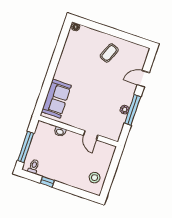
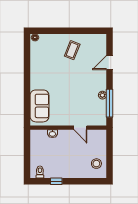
window: (133, 110) -> (110, 103), moved
window: (26, 147) -> (27, 157), removed

